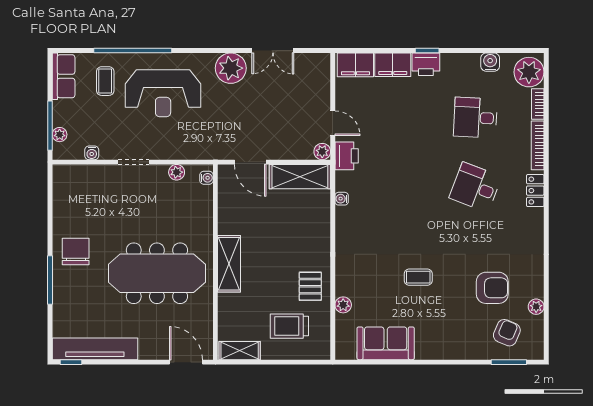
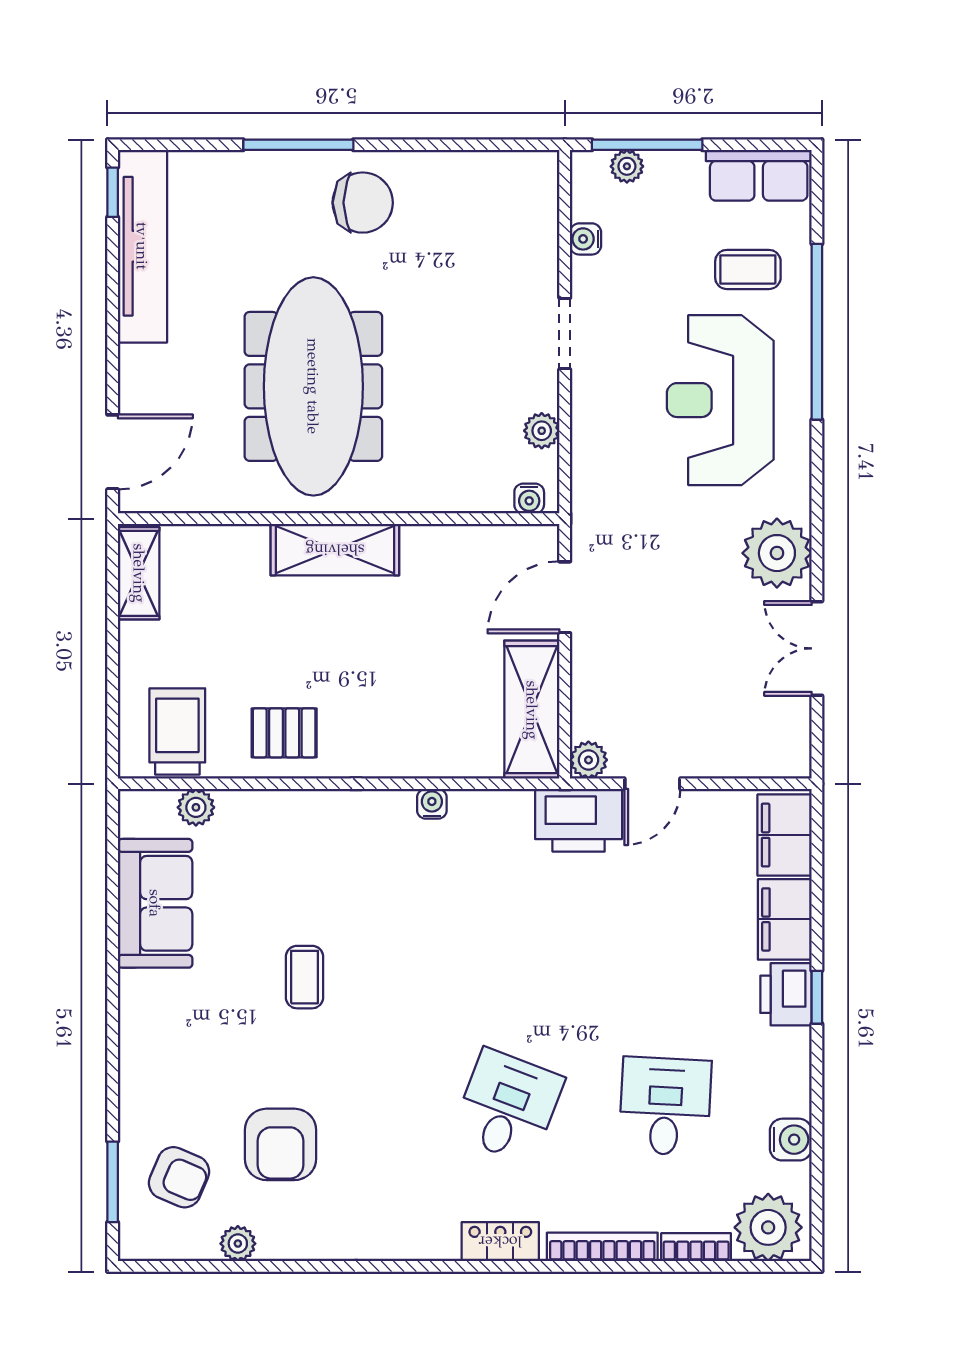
printer: (347, 156) -> (579, 820), width x1.37, depth x1.19
water cooler: (342, 199) -> (432, 804), moved
plant: (343, 305) -> (196, 807), moved
trolley: (289, 326) -> (177, 731), moved

